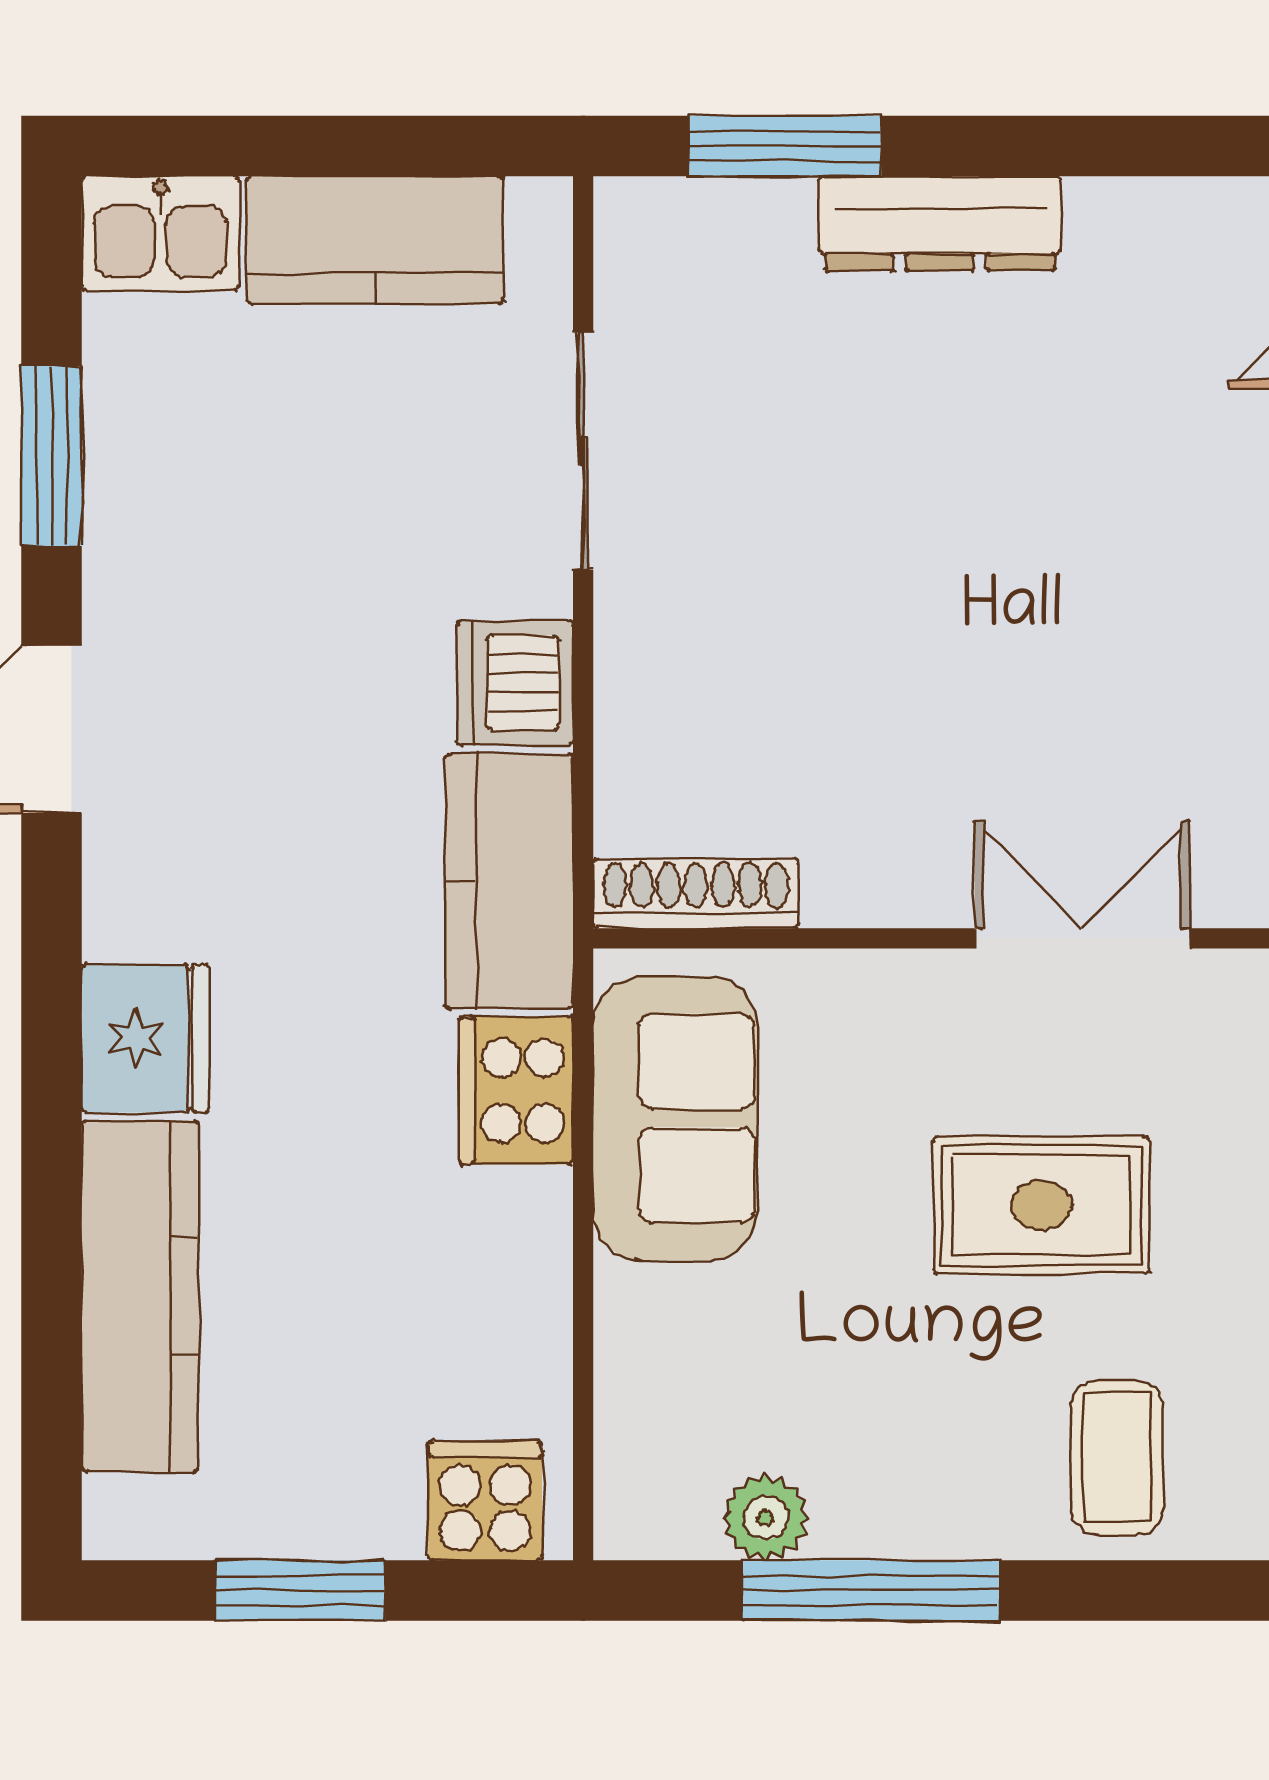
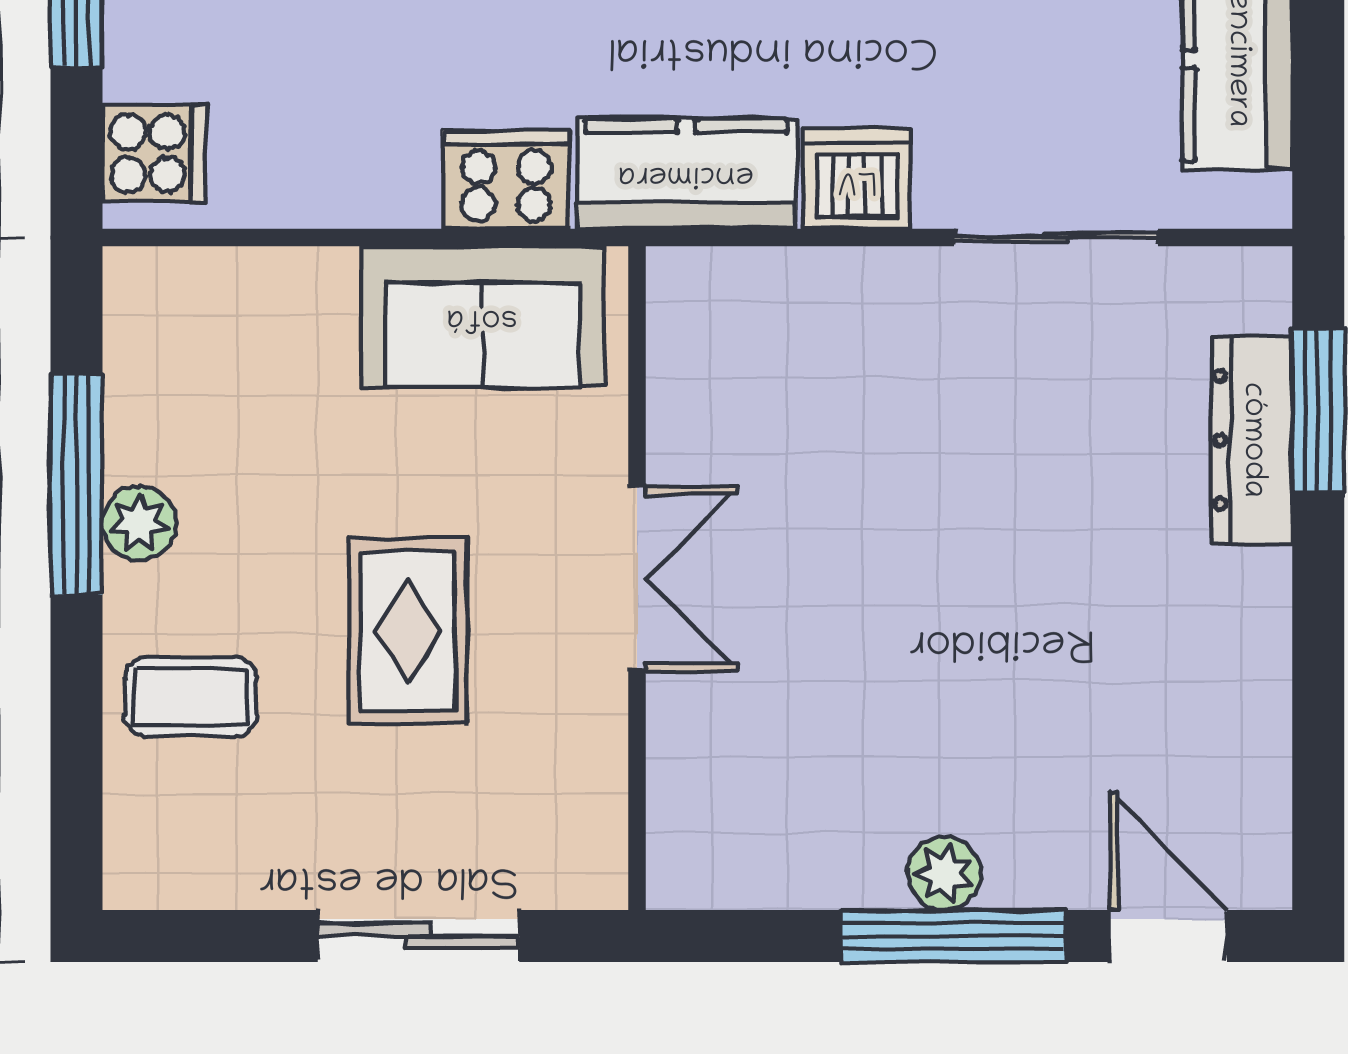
dresser: (940, 223) -> (1252, 440), moved
shoe rack: (696, 894) -> (676, 334), removed
double door: (1082, 938) -> (637, 579), moved
plant: (766, 1518) -> (139, 523), moved

